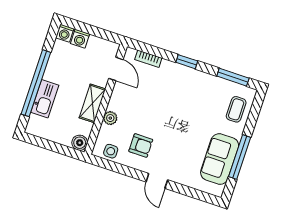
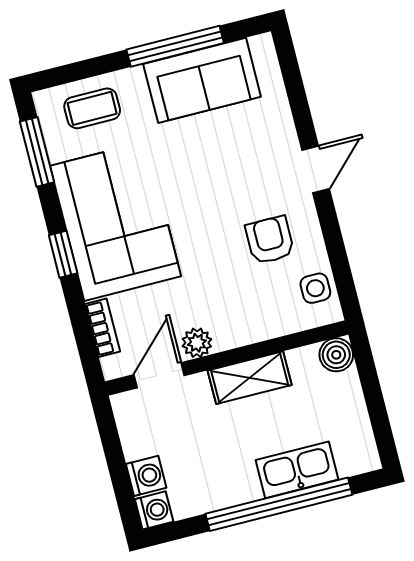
corner sofa: (187, 90) -> (115, 221), added
plant: (110, 118) -> (197, 343), moved

